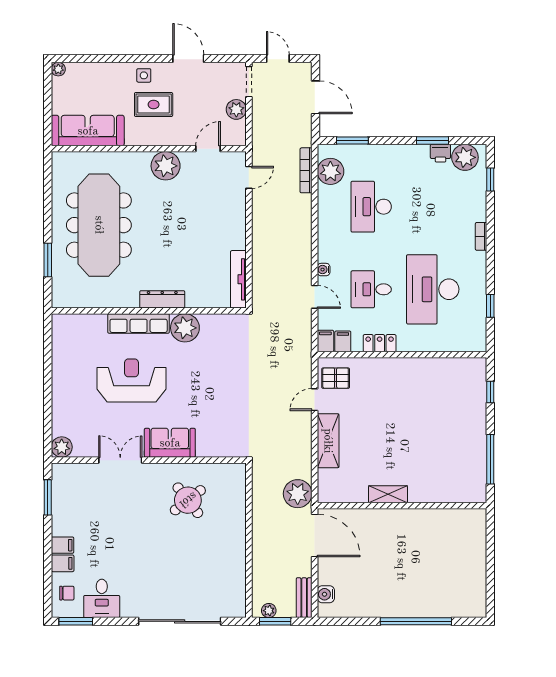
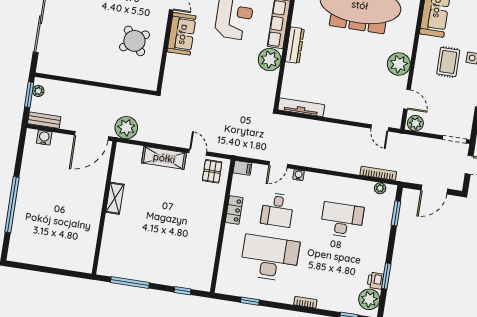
plant: (236, 109) -> (415, 123), moved
plant: (330, 171) -> (380, 188), width x0.53, depth x0.53
desk: (371, 289) -> (277, 210), turned 180
filing cabinet: (343, 341) -> (240, 181), removed

